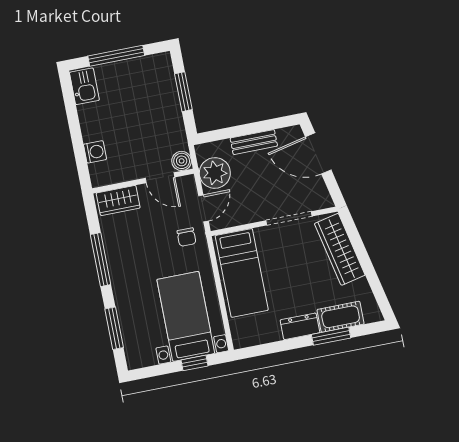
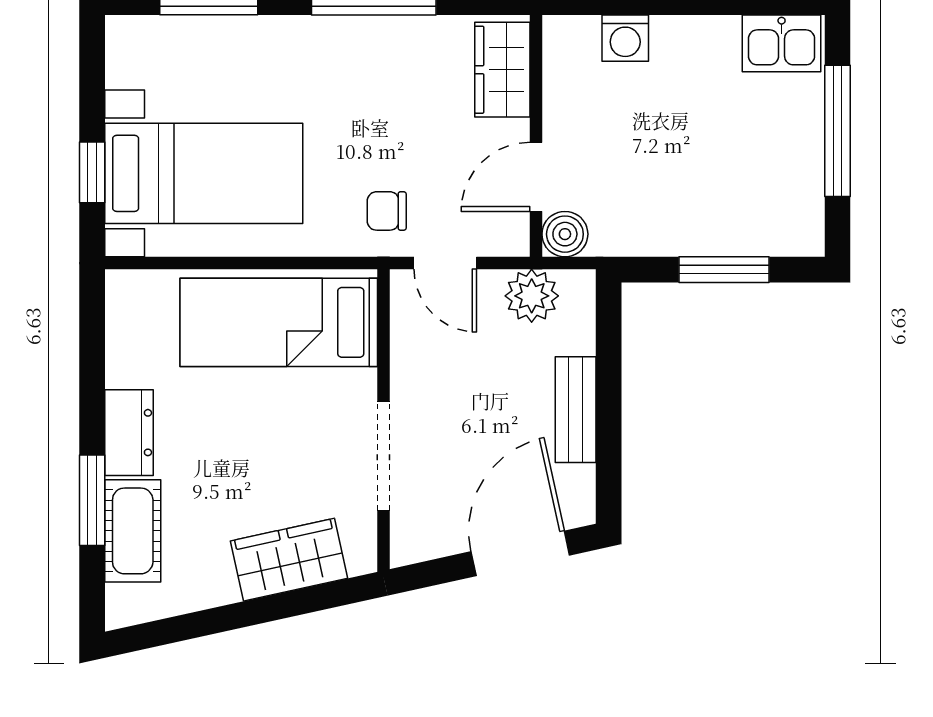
plant: (215, 173) -> (532, 296), width x0.73, depth x0.73
wardrobe: (340, 249) -> (289, 560), width x0.67

